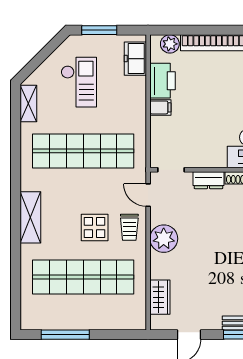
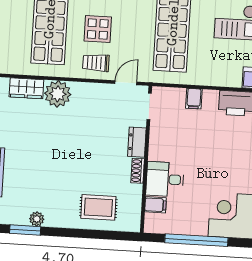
filing cabinet: (160, 107) -> (194, 99), moved
plant: (164, 239) -> (58, 94), moved

